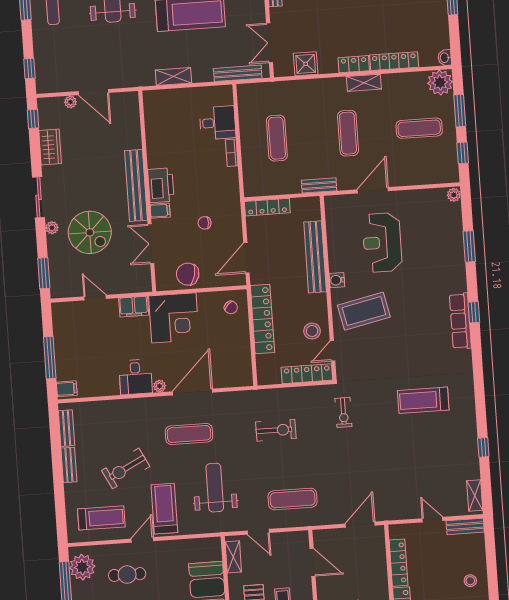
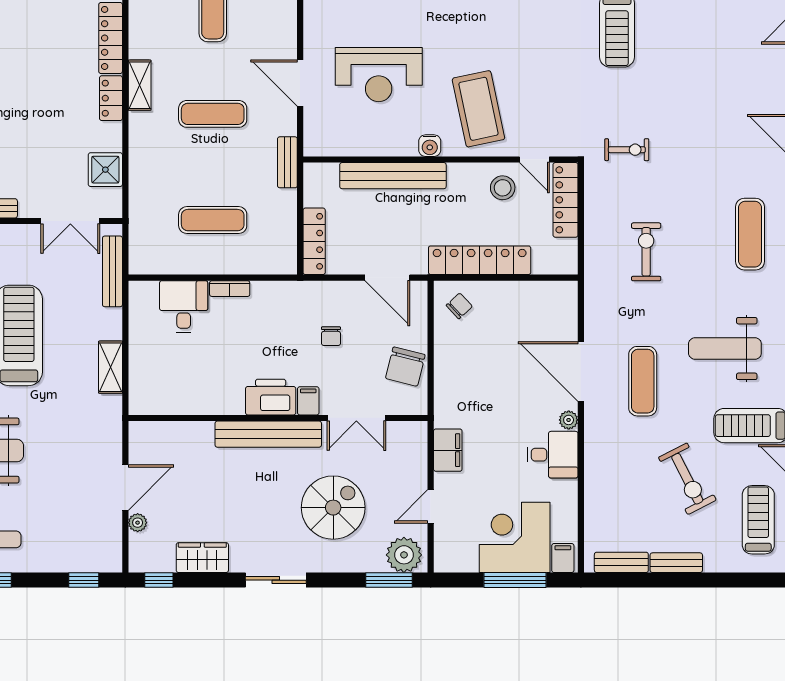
plant: (52, 228) -> (404, 555), moved, width x1.88, depth x1.88
corner desk: (174, 318) -> (515, 537), moved, turned -90

